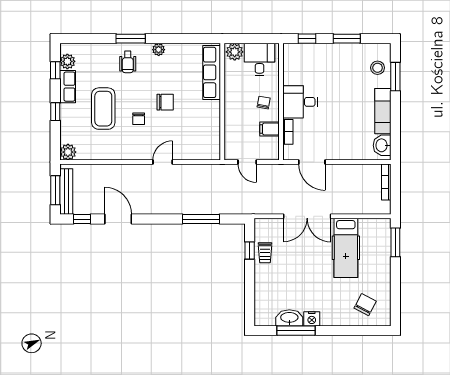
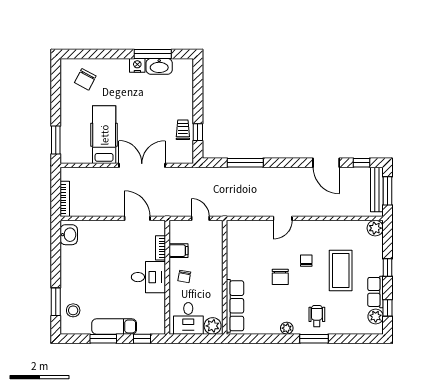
chair: (165, 102) -> (280, 277), turned -90
exam couch: (383, 111) -> (114, 326), moved, turned -90

